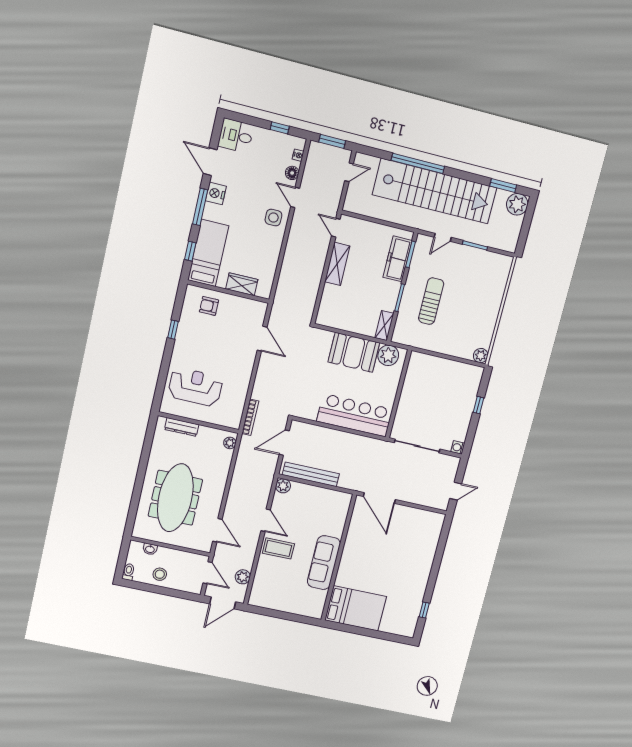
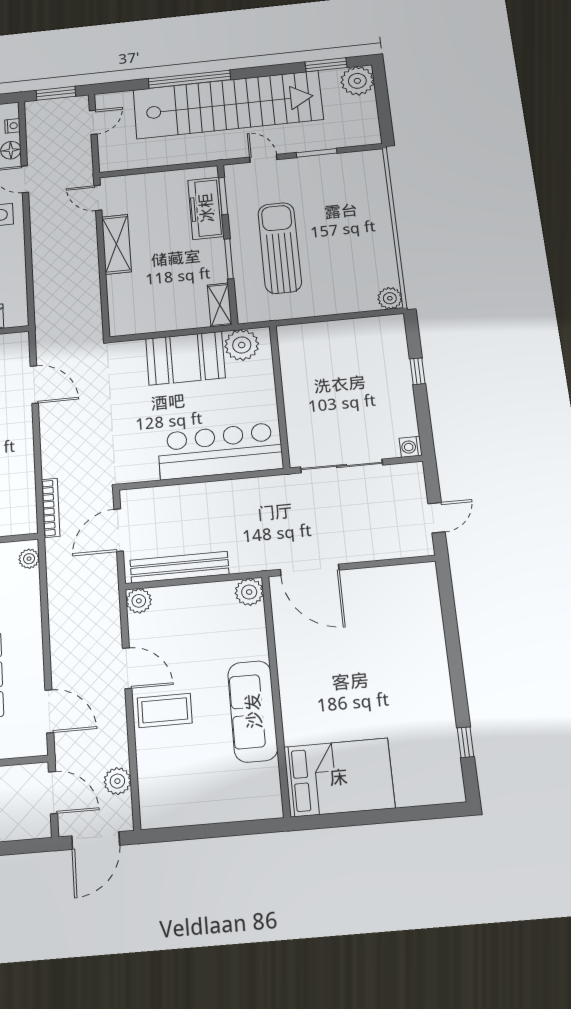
door: (443, 237) -> (263, 158), swing flipped
sun lounger: (431, 301) -> (280, 248), width x1.36, depth x1.34
plant: (343, 500) -> (249, 592), added

